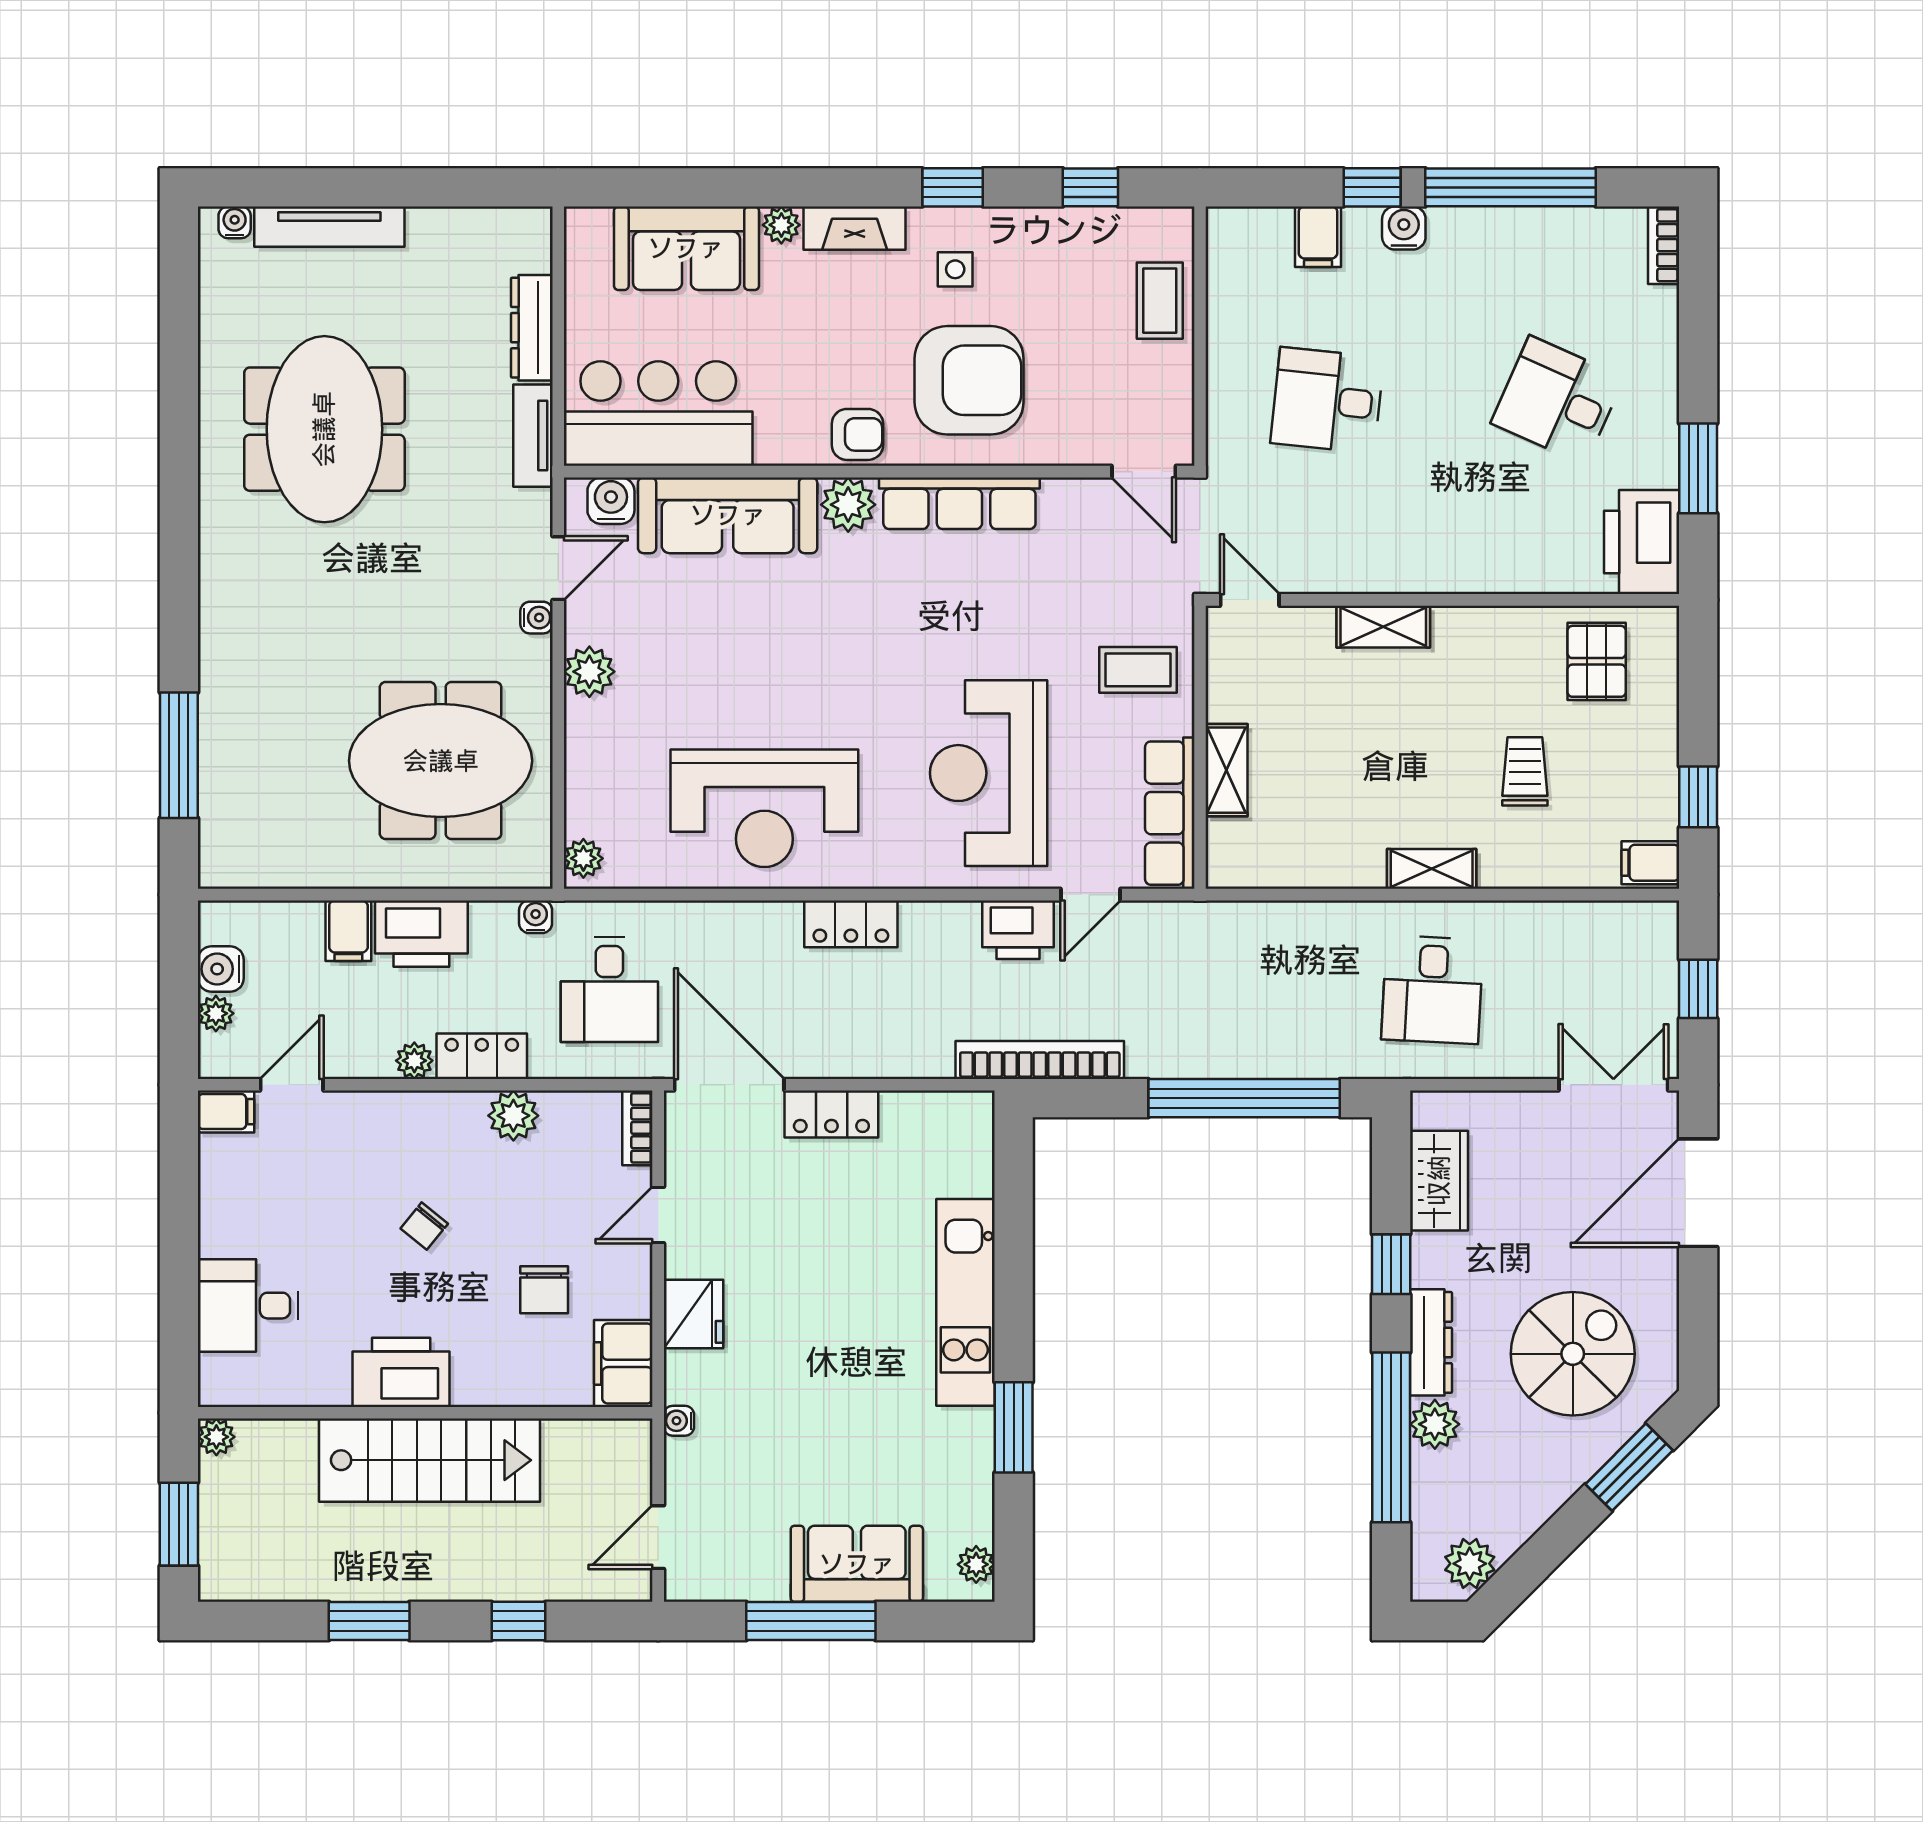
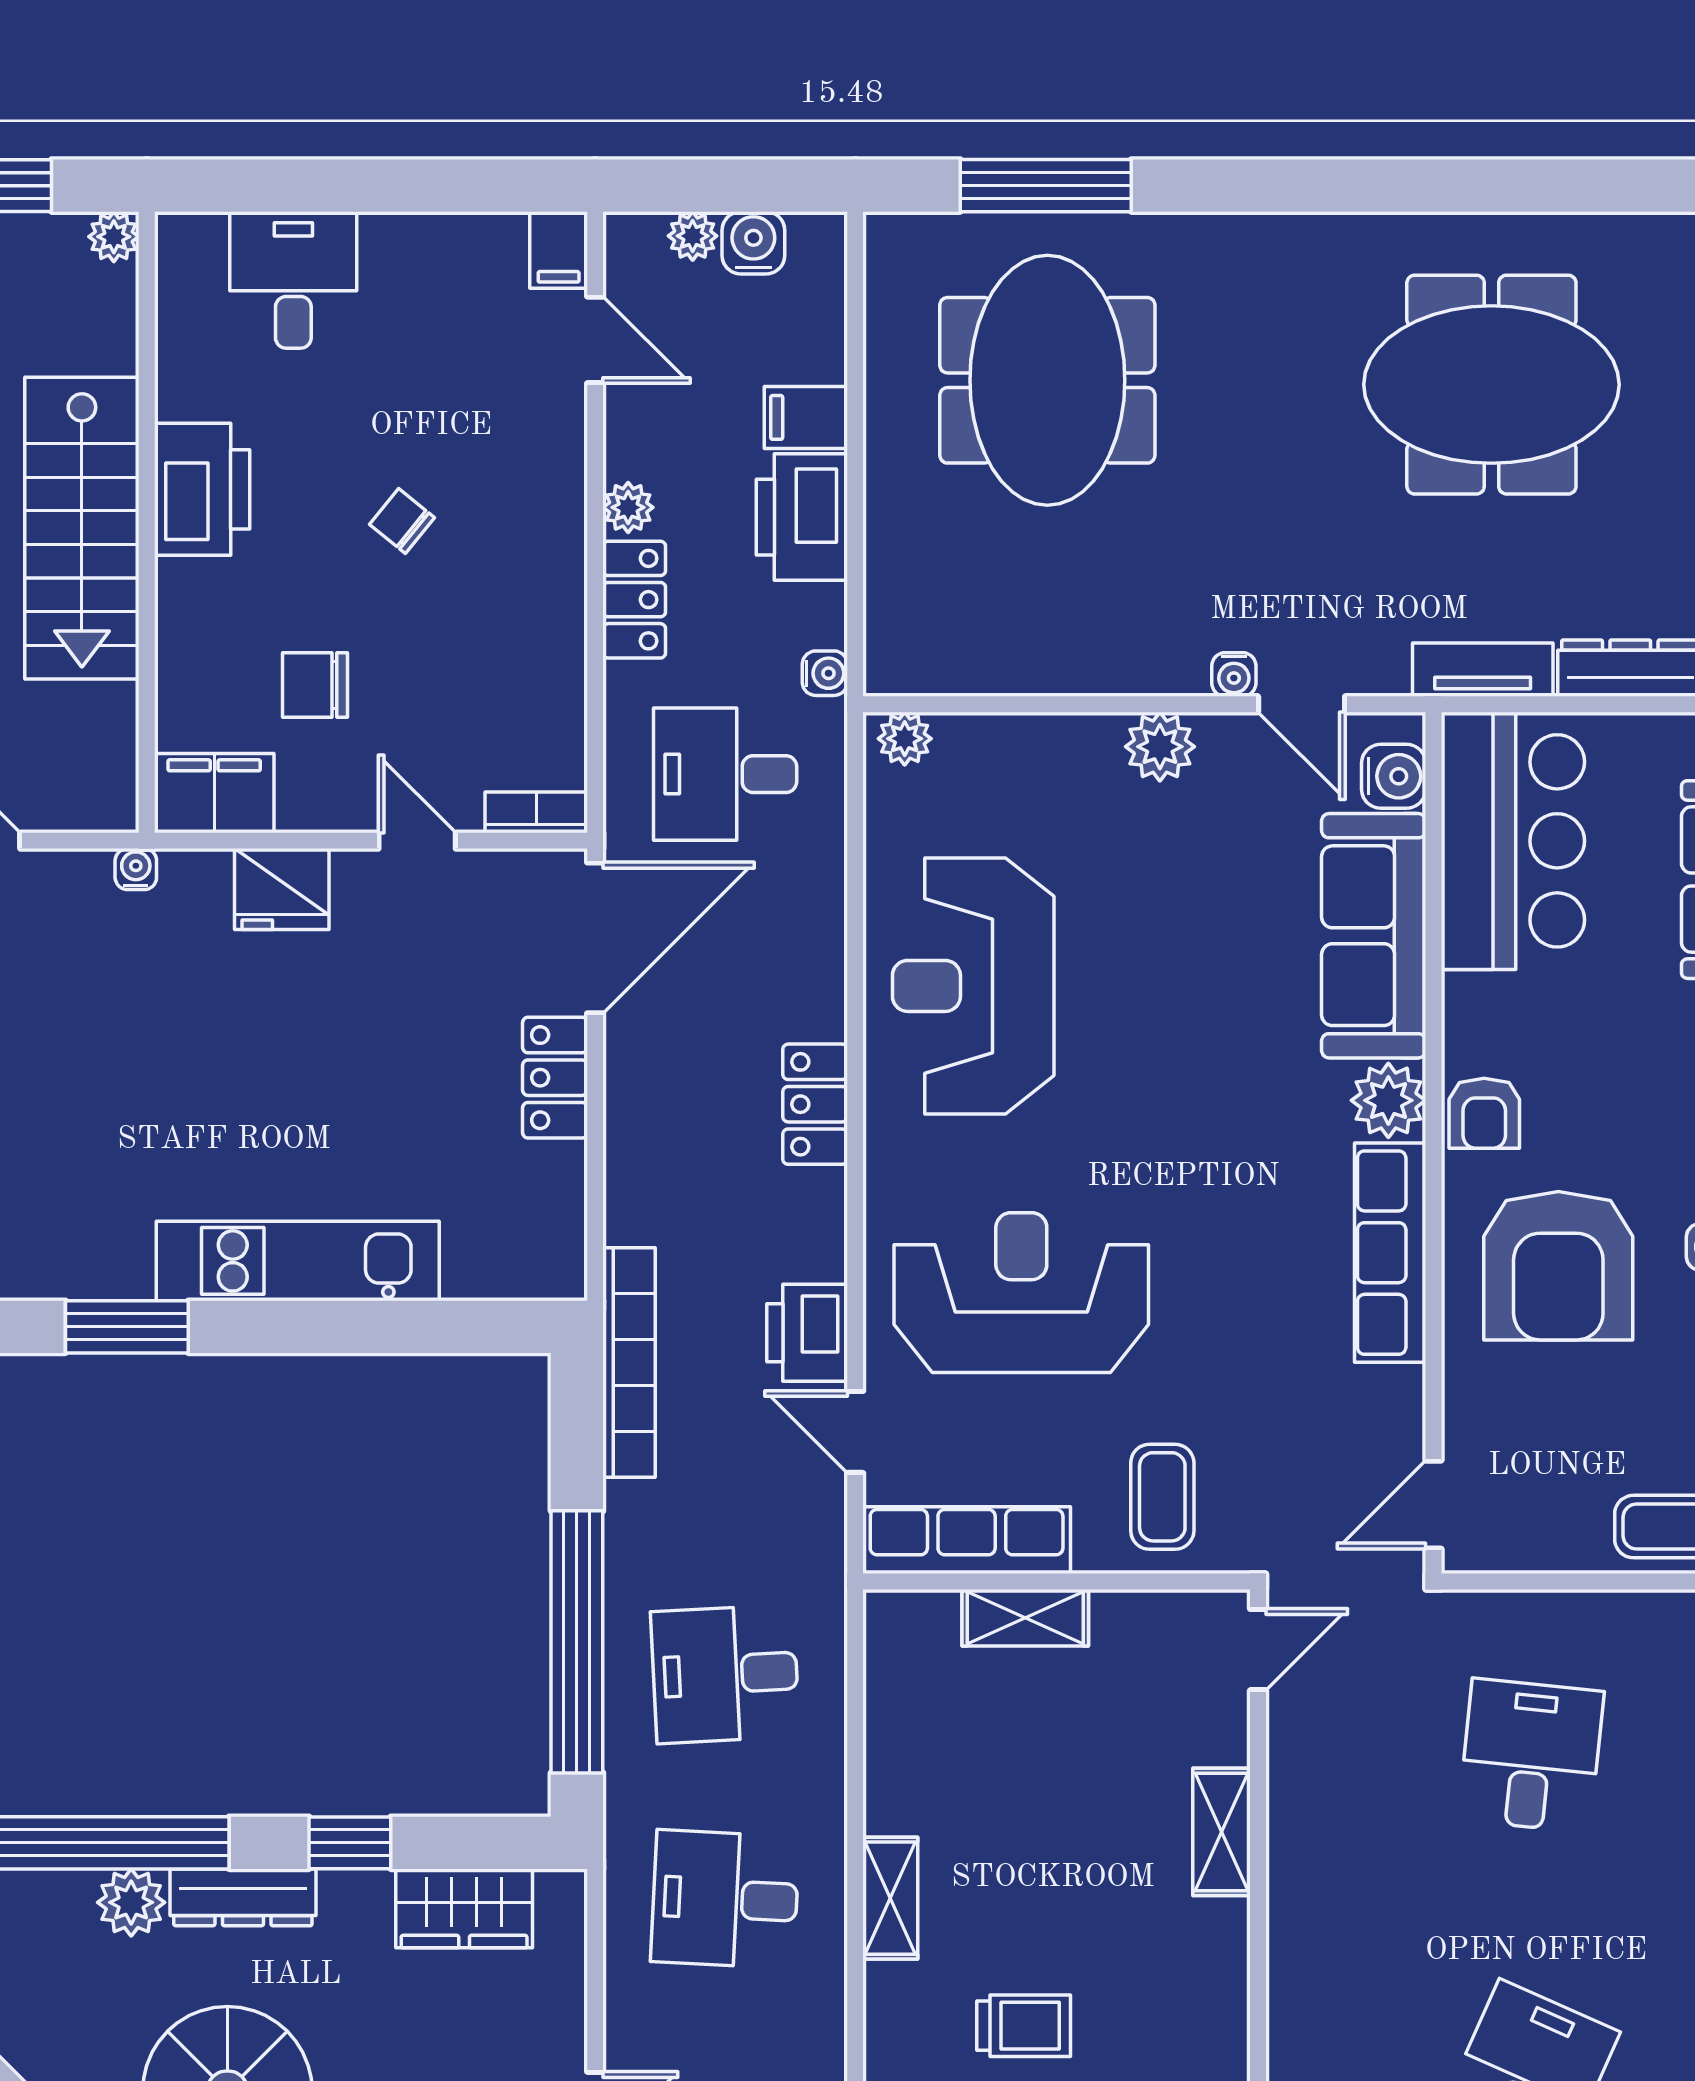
meeting table: (441, 761) -> (1047, 380), moved
desk: (1268, 990) -> (725, 1674), added
plant: (513, 1116) -> (553, 643), removed

